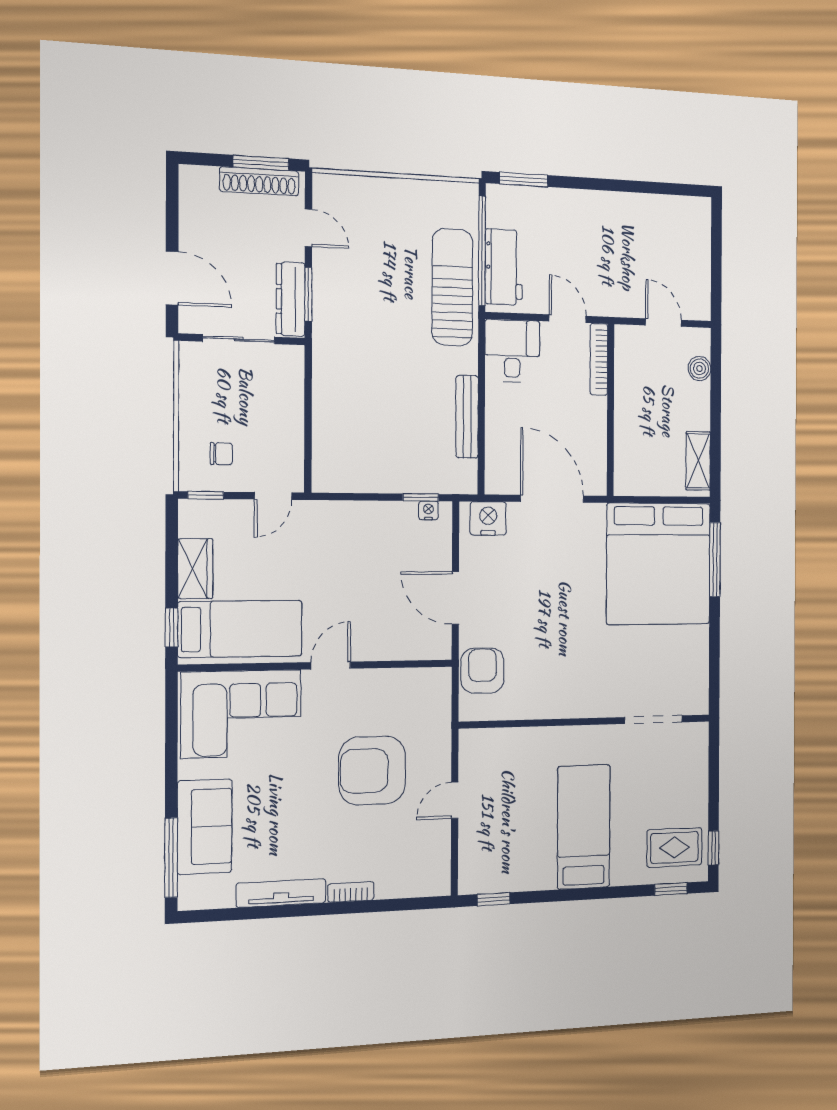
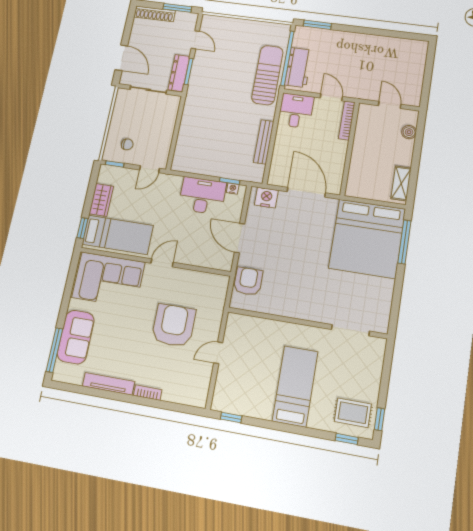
shoe rack: (259, 181) -> (155, 14), moved
desk: (378, 532) -> (202, 196), added
armchair: (372, 771) -> (174, 325), turned 90

